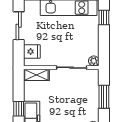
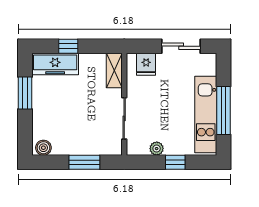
window: (104, 18) -> (175, 162), moved
plant: (94, 61) -> (157, 149), moved

